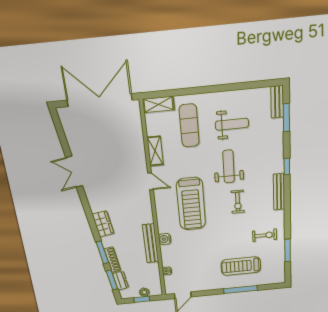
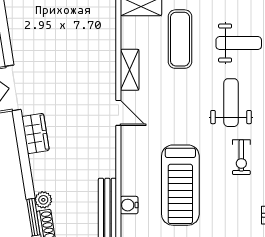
treadmill: (191, 204) -> (180, 185), moved
wardrobe: (103, 224) -> (35, 133), moved
plant: (107, 242) -> (43, 200), added

